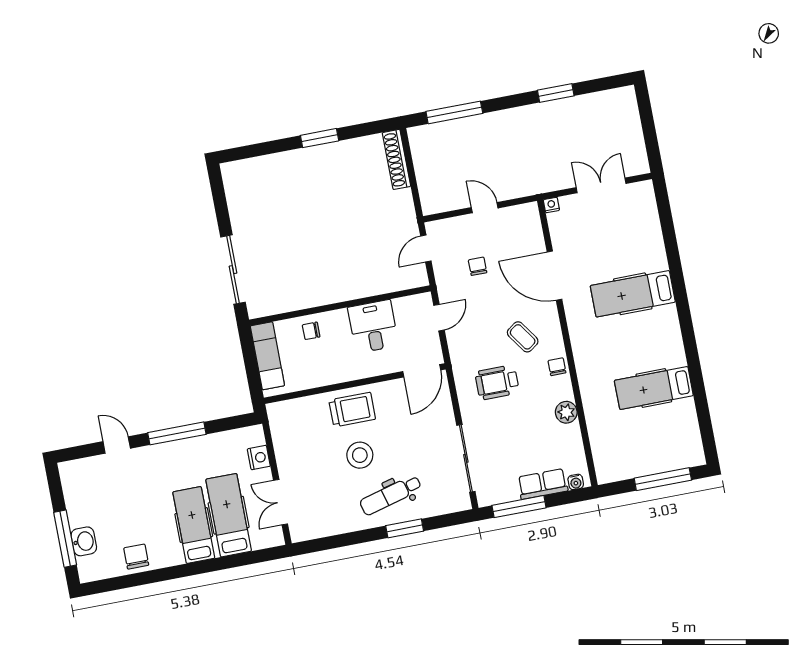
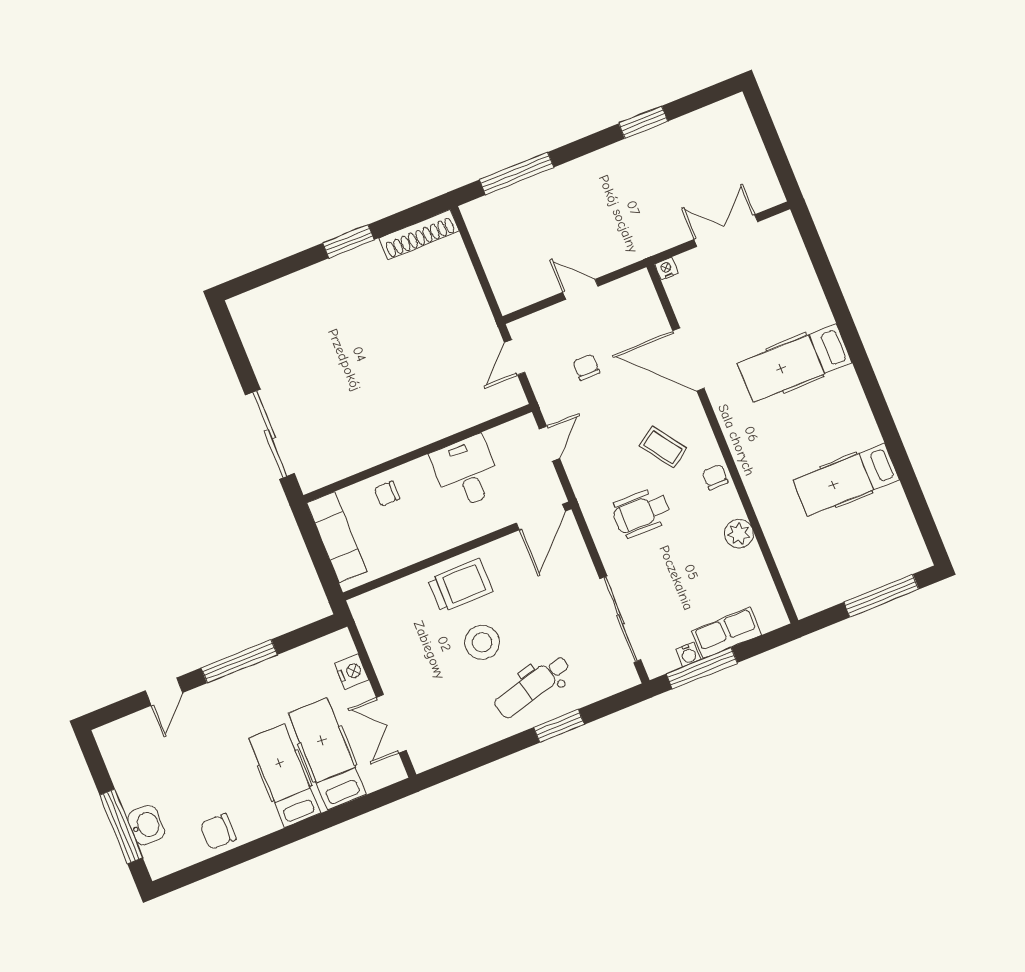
shoe rack: (396, 159) -> (419, 235), moved, turned -90
door: (117, 445) -> (164, 692), swing flipped
water cooler: (576, 482) -> (688, 654), moved
chair: (136, 557) -> (218, 831), turned -90

